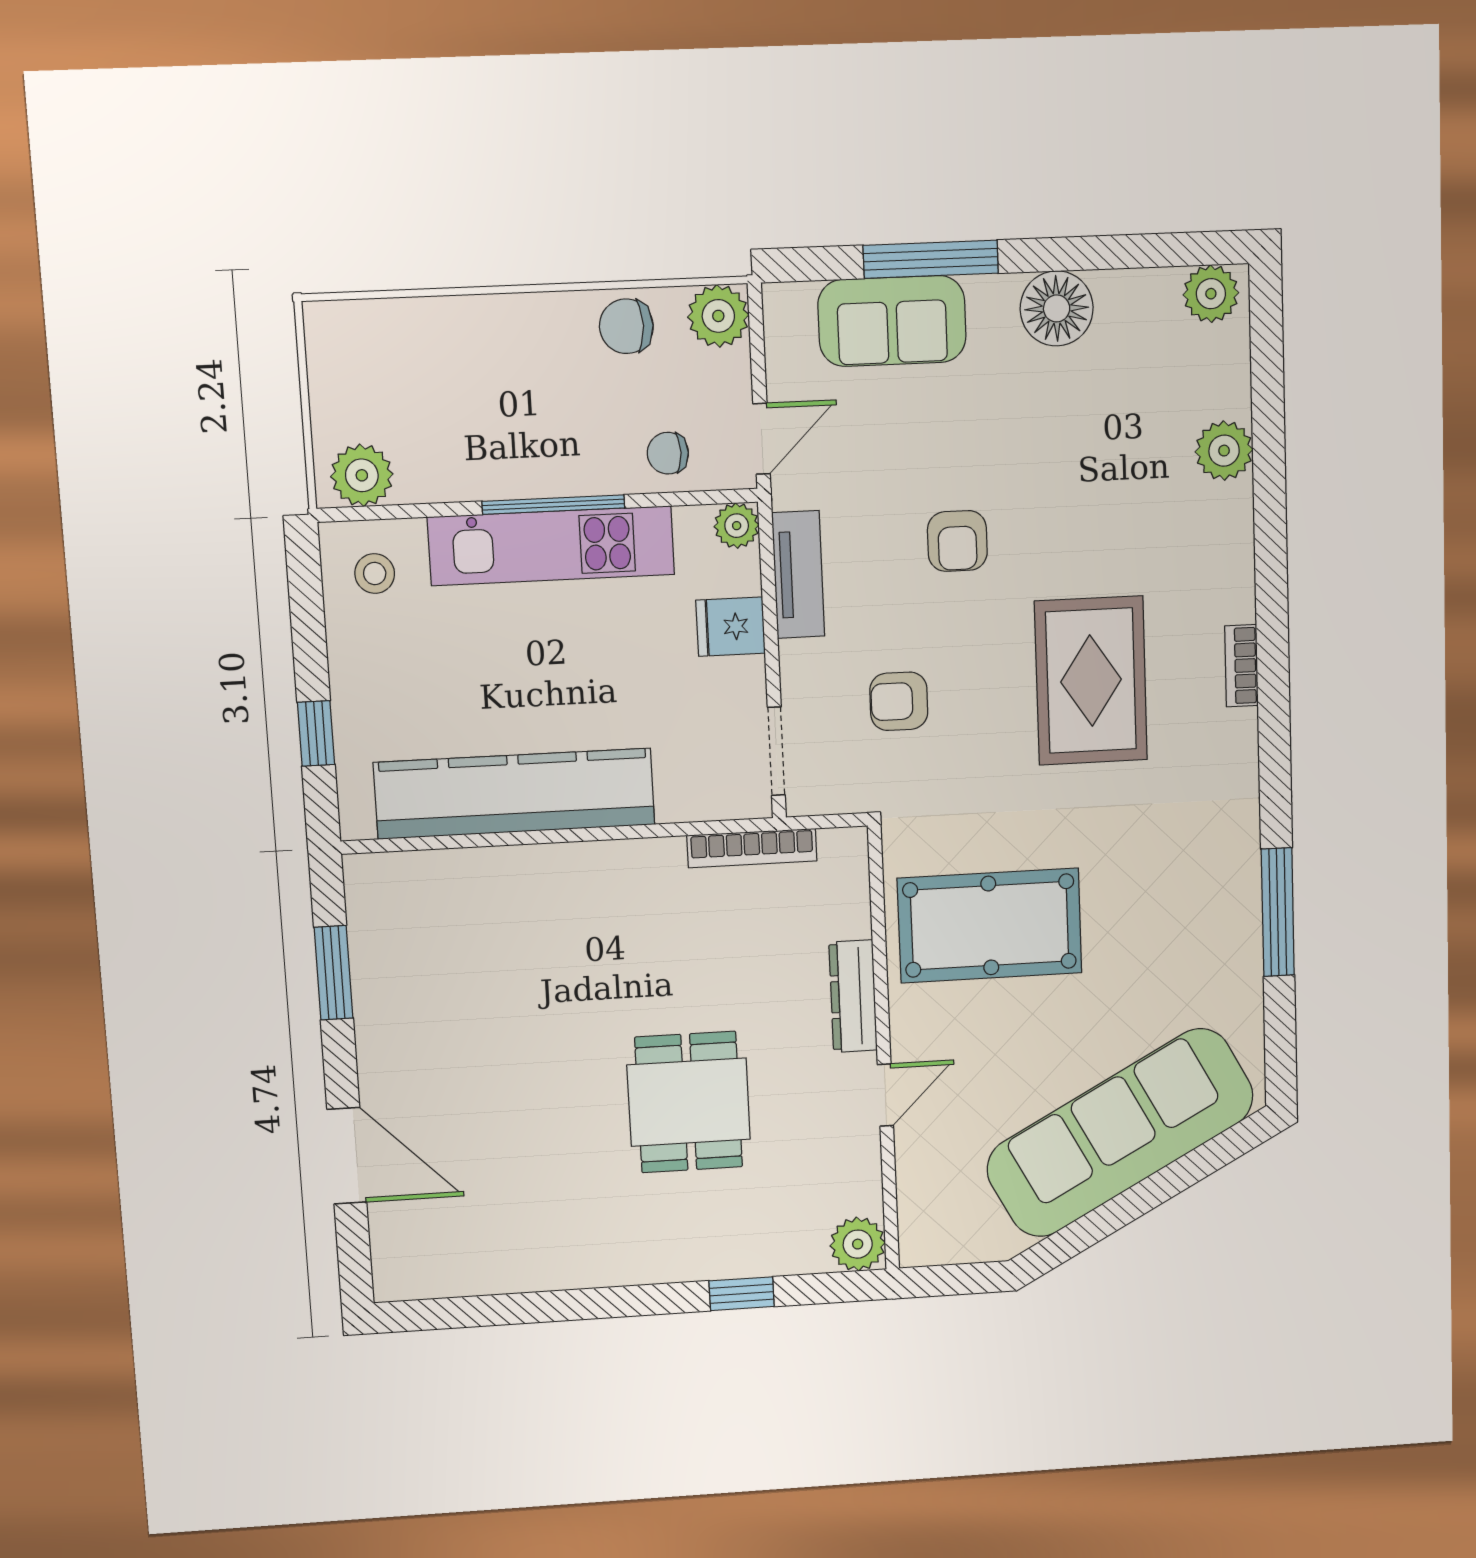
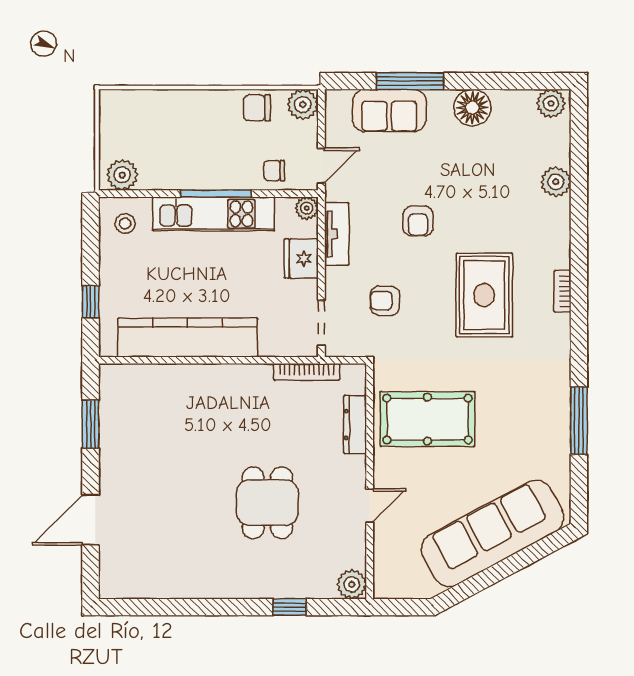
fridge: (731, 627) -> (301, 258), width x1.38
dresser: (853, 996) -> (355, 425), moved
door: (347, 1156) -> (91, 520), swing flipped

